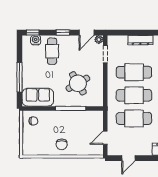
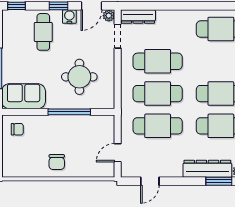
water cooler: (36, 40) -> (69, 17), moved
dresser: (140, 40) -> (138, 17), moved
round table: (78, 83) -> (79, 77), turned 30

